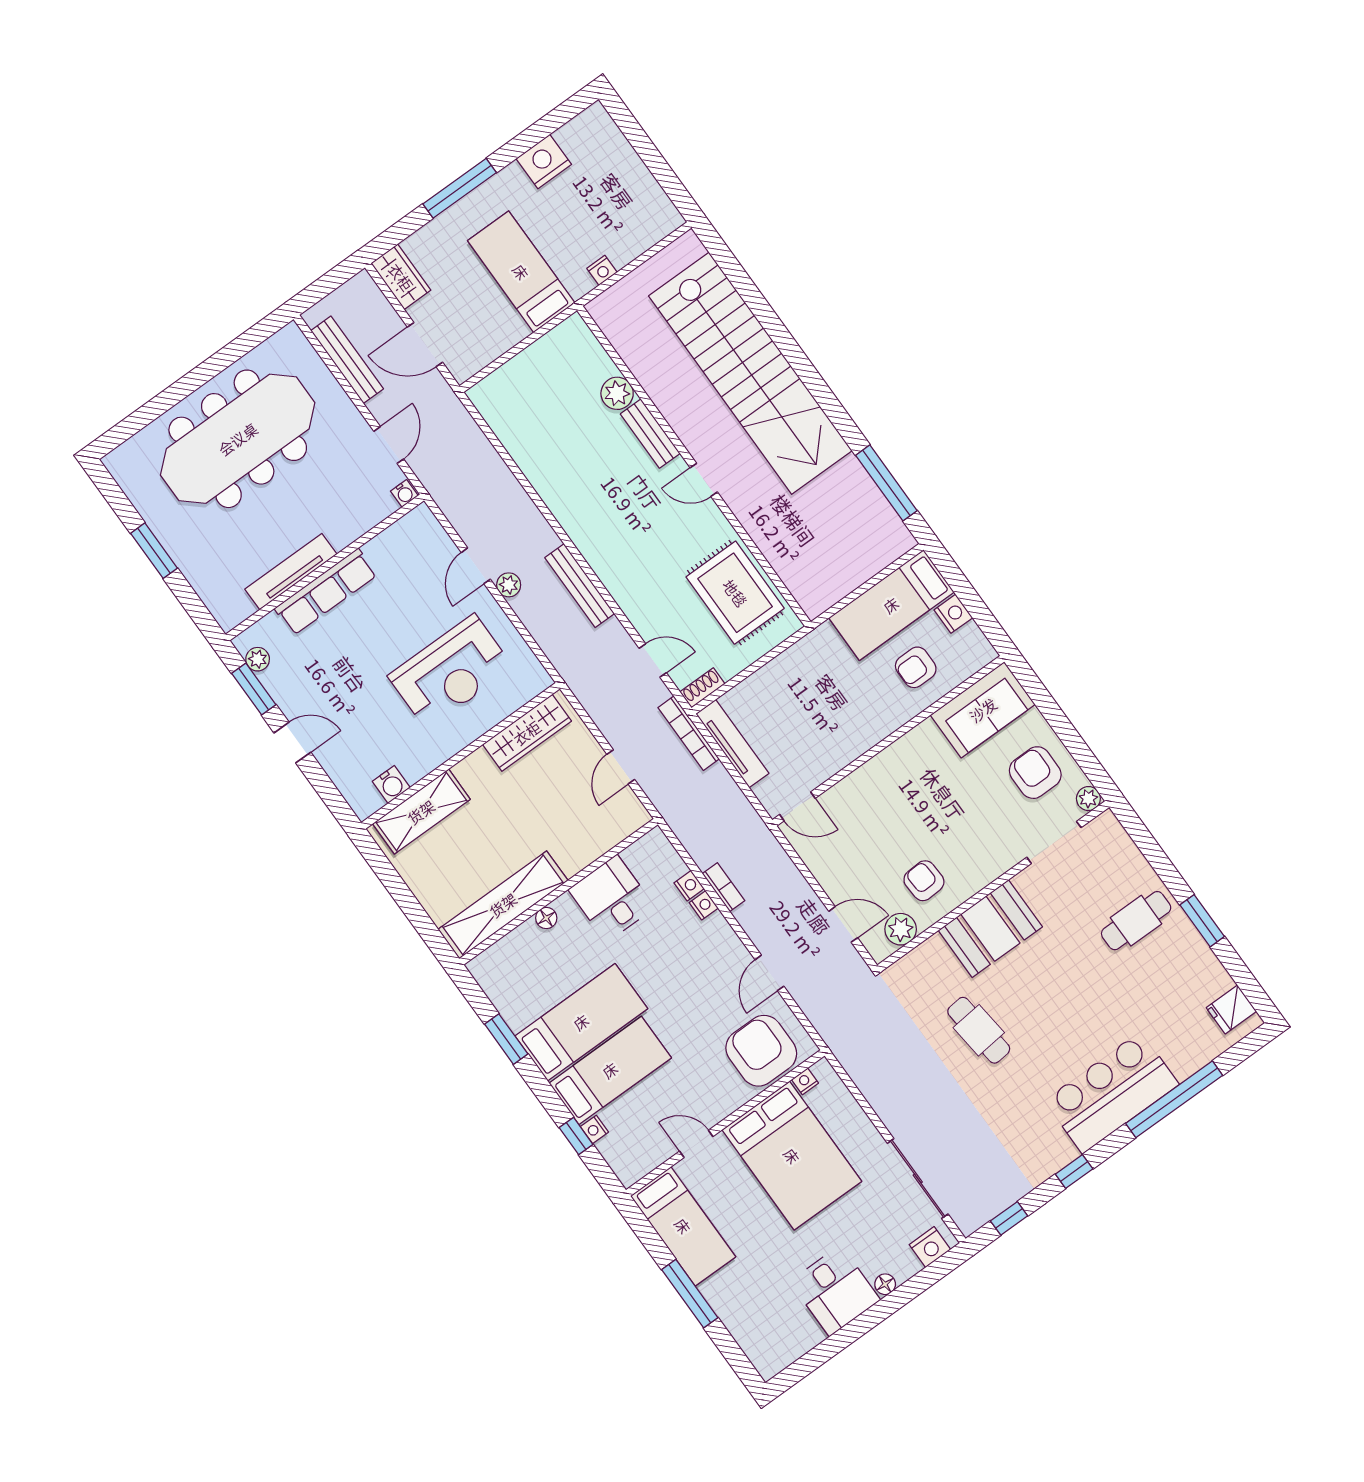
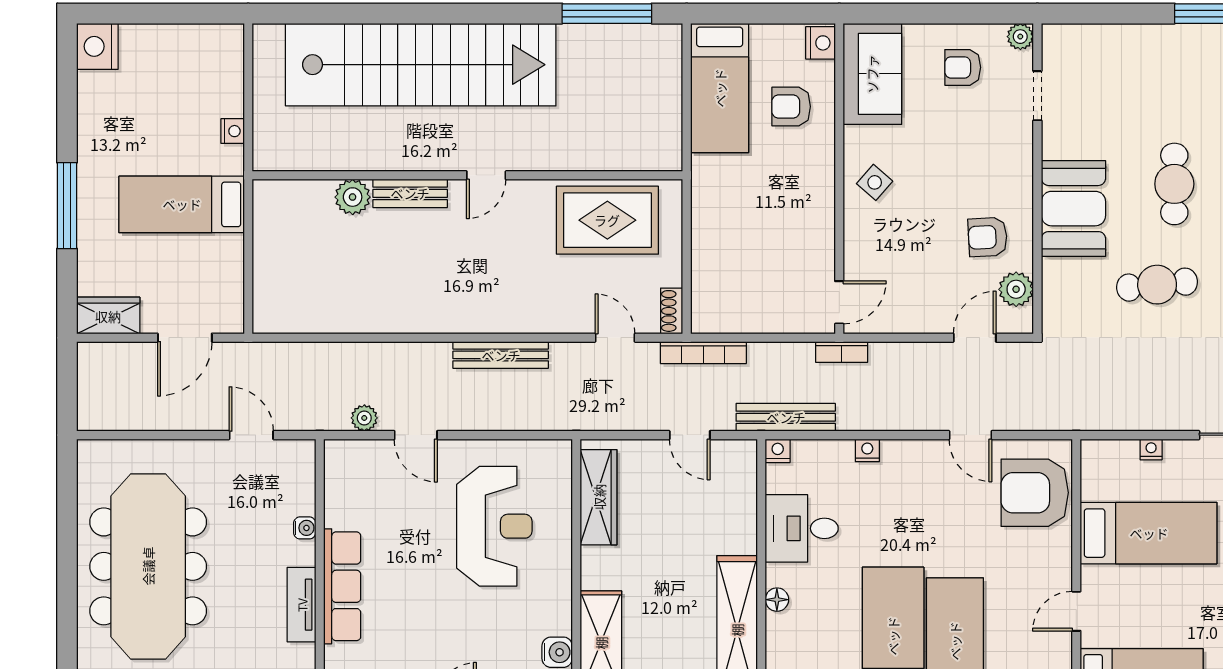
nightstand: (544, 162) -> (97, 46), moved
bench: (347, 360) -> (786, 417), moved
water cooler: (404, 493) -> (305, 528), moved
tv unit: (291, 572) -> (302, 605), width x0.71
plant: (509, 585) -> (364, 418), moved
nightstand: (953, 614) -> (821, 43), moved, turned 90
door: (653, 660) -> (615, 338), hinge flipped
armchair: (916, 667) -> (791, 107), turned 90
tv unit: (732, 744) -> (741, 320), removed
side table: (904, 769) -> (875, 182), added
armchair: (1035, 773) -> (963, 67), width x0.72, depth x0.72
doorway: (1054, 842) -> (1037, 96), width x0.73
nightstand: (689, 886) -> (778, 451), moved
bookcase: (724, 887) -> (842, 352), moved, turned 180
cafe table: (1136, 921) -> (1174, 184), moved
nightstand: (805, 1081) -> (1151, 449), moved, turned 90
bed: (792, 1156) -> (1149, 533), width x0.67

